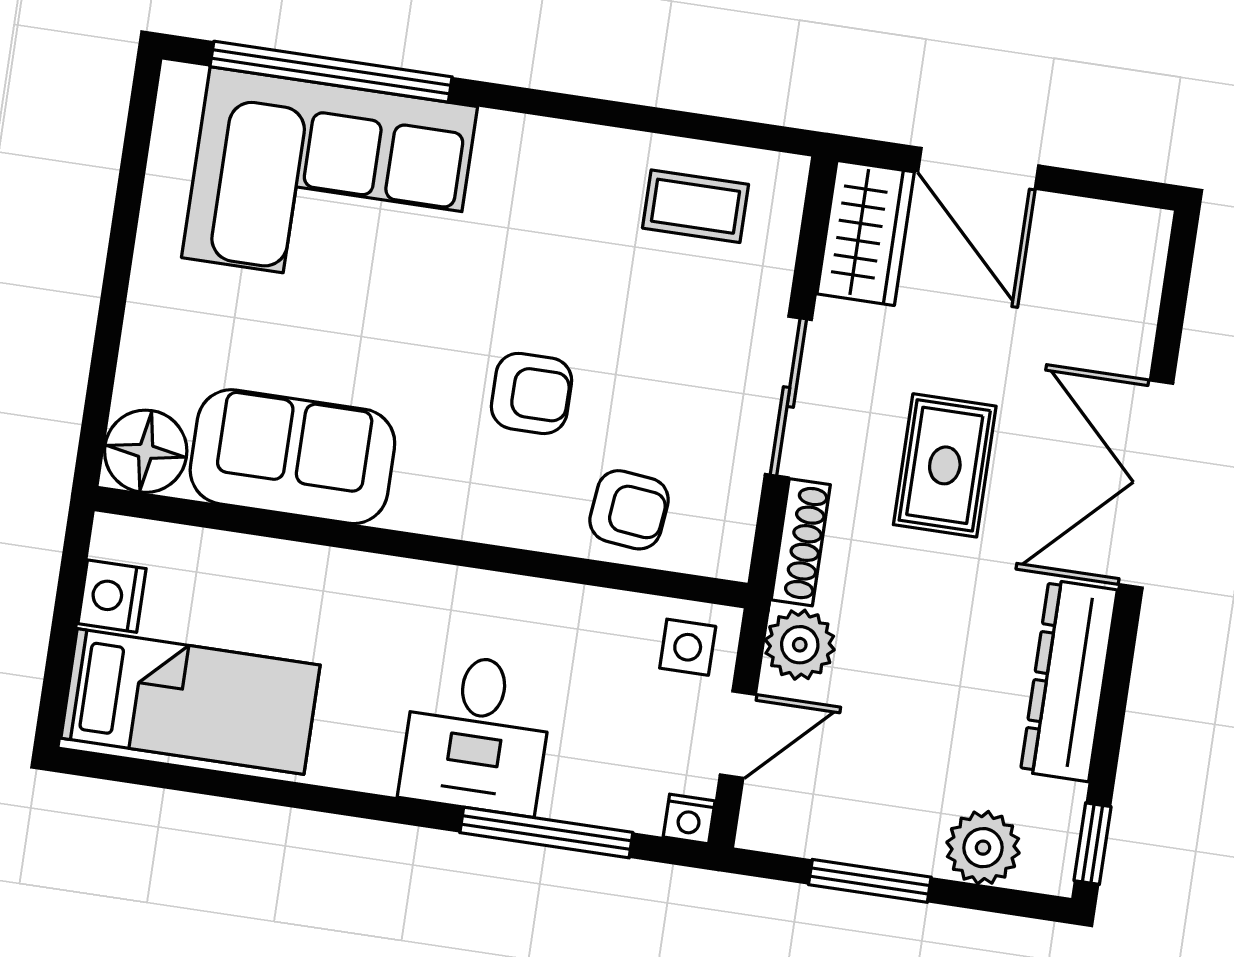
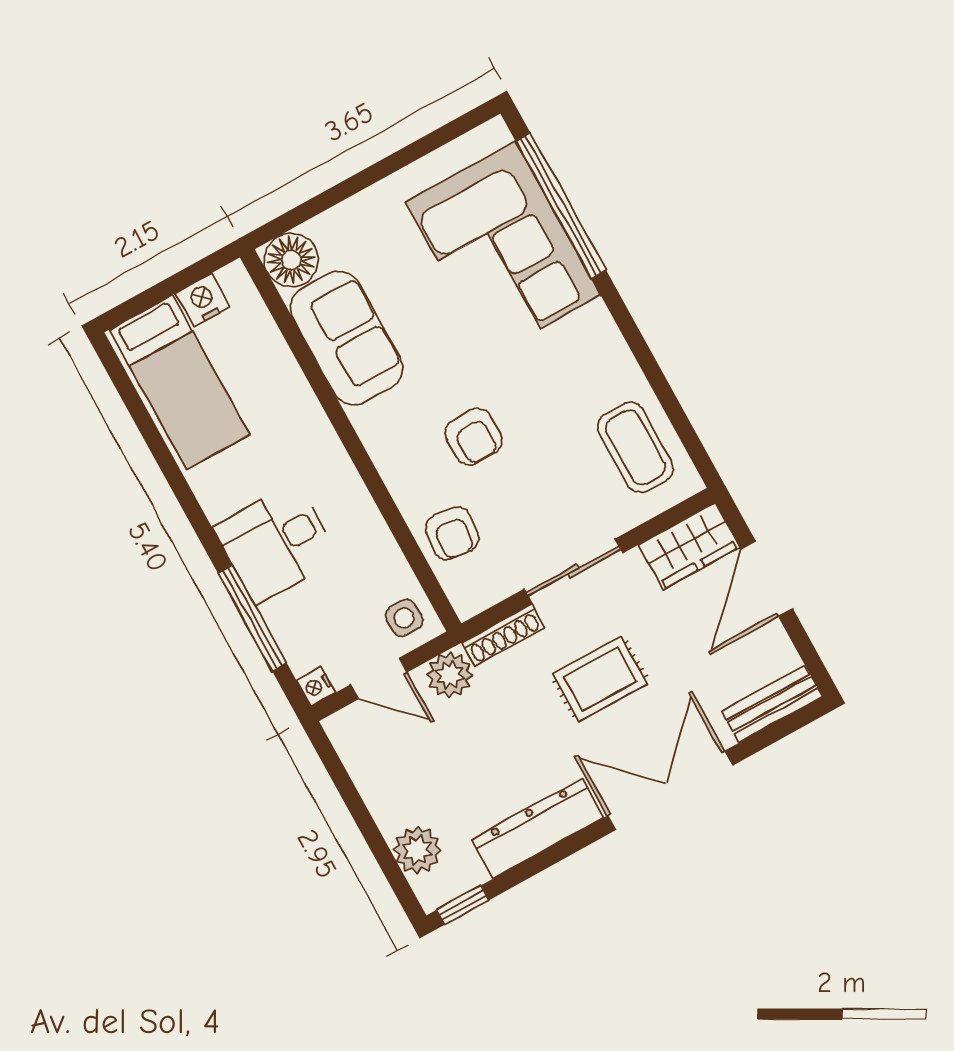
coffee table: (696, 206) -> (635, 447), width x1.36, depth x1.30
bench: (1136, 279) -> (772, 704), added
window: (870, 881) -> (355, 805), removed

